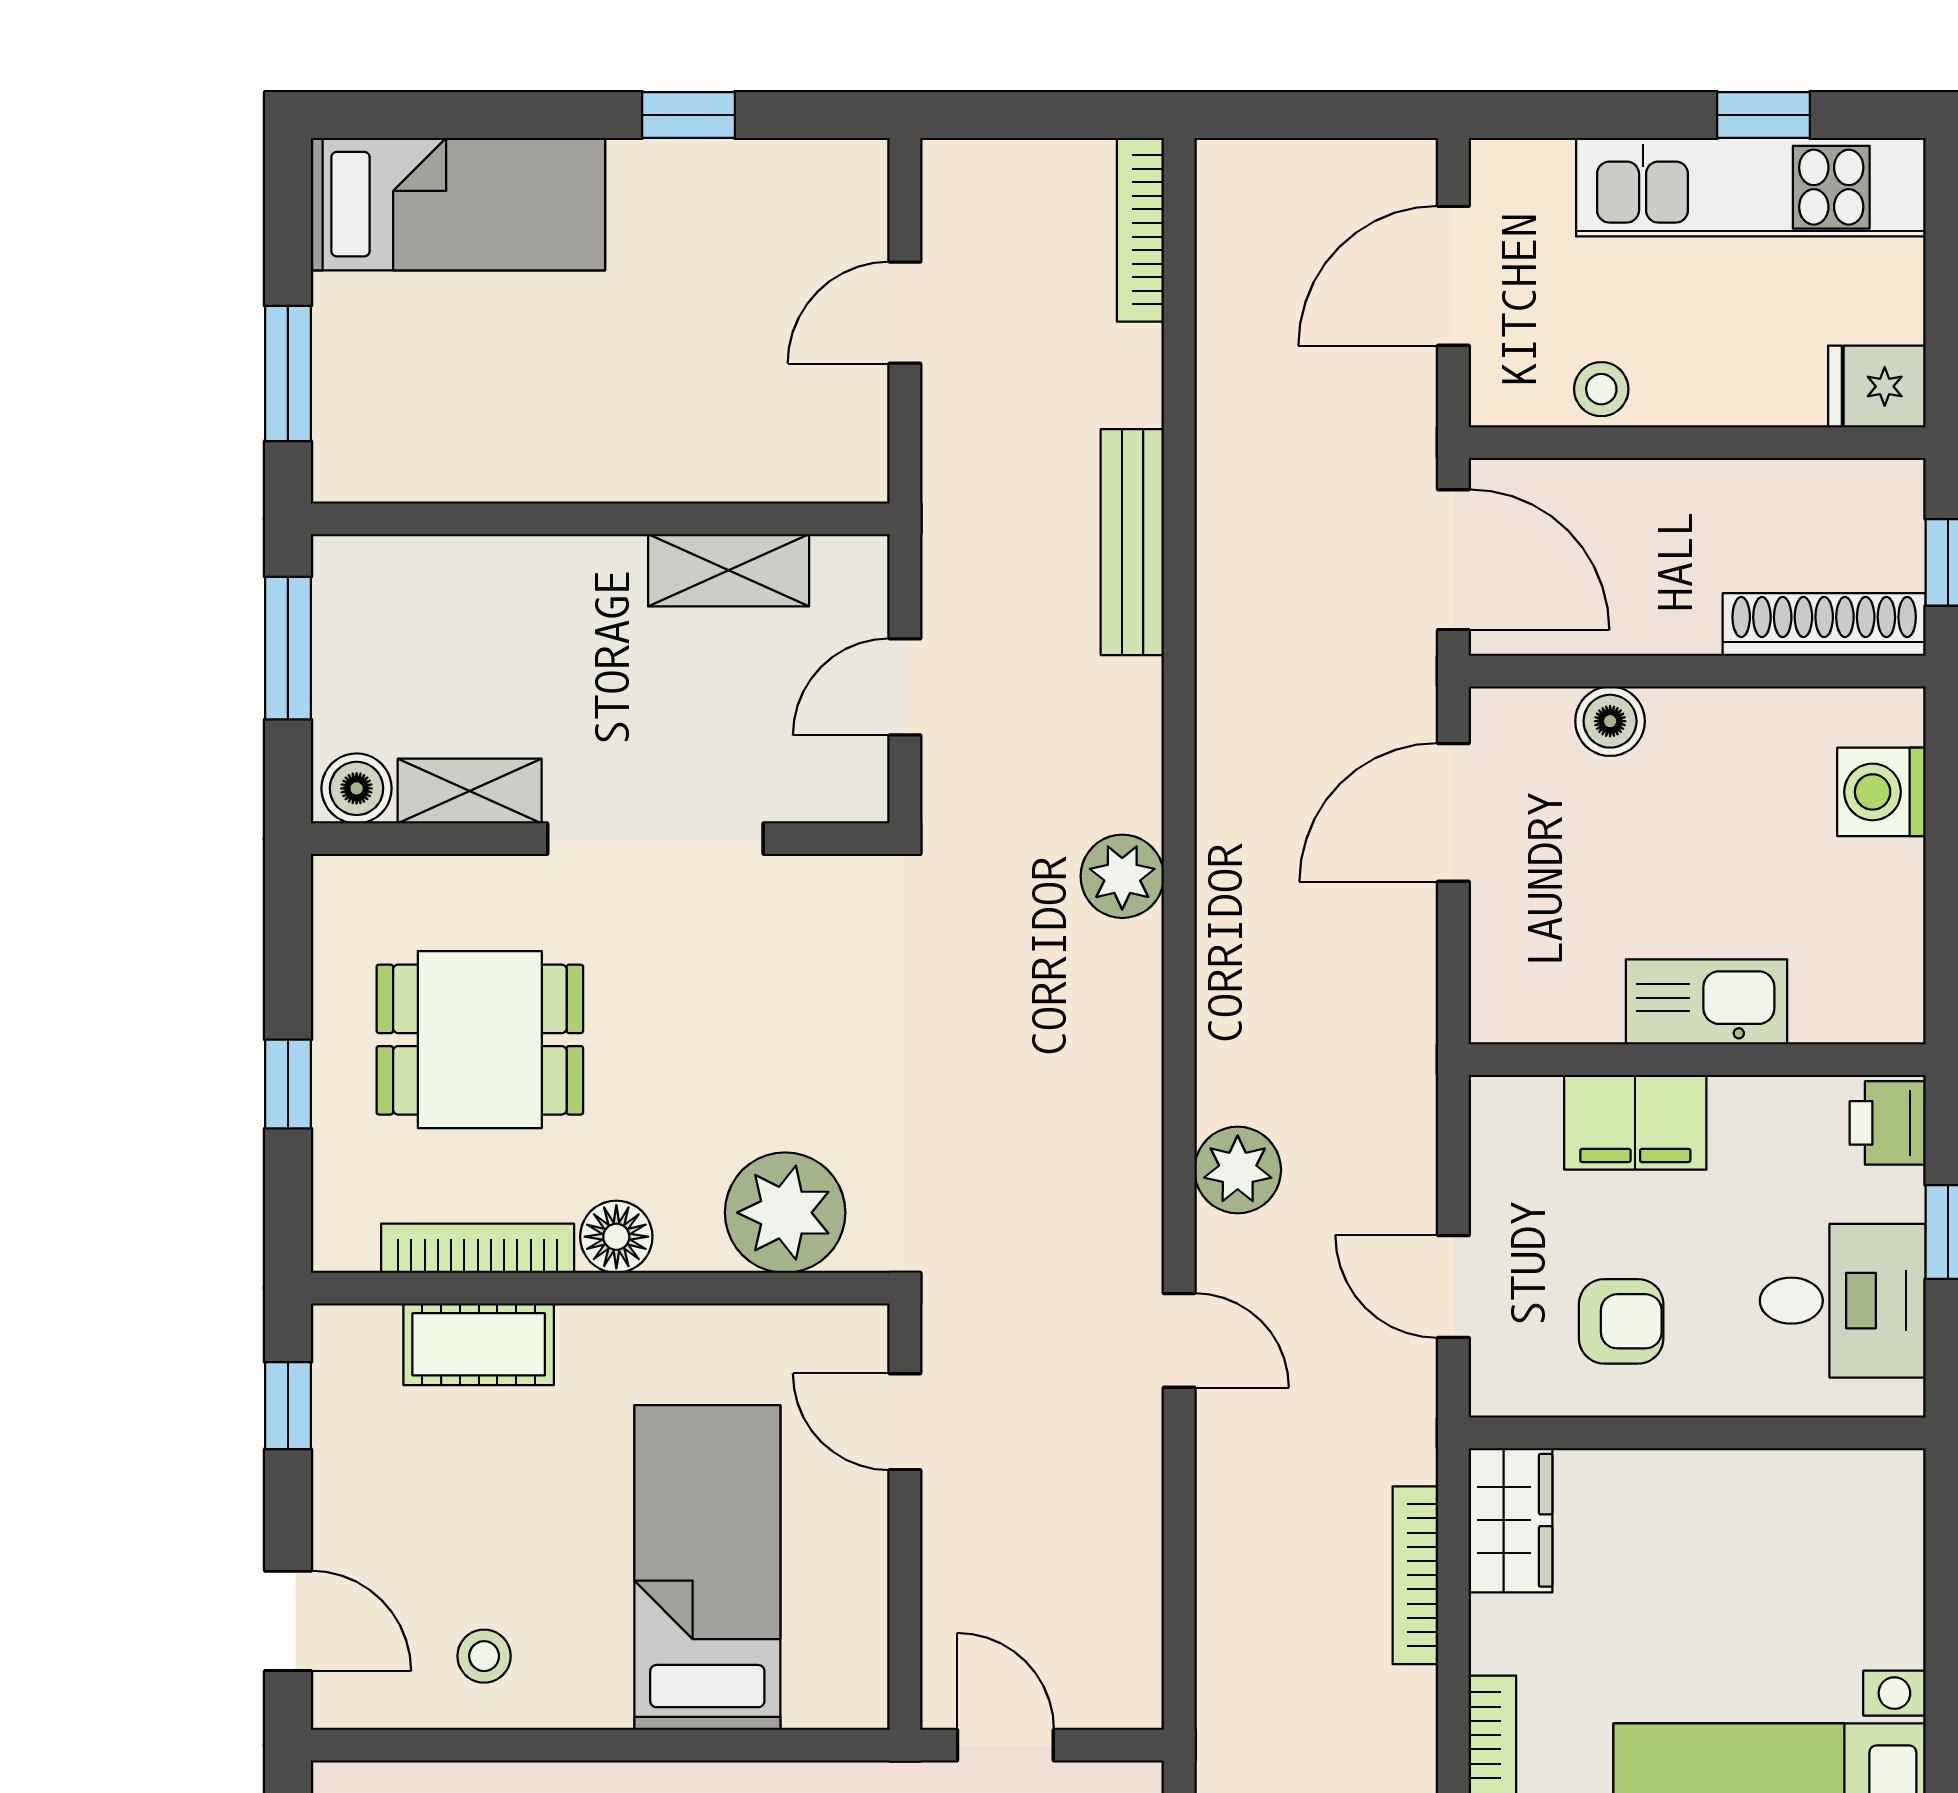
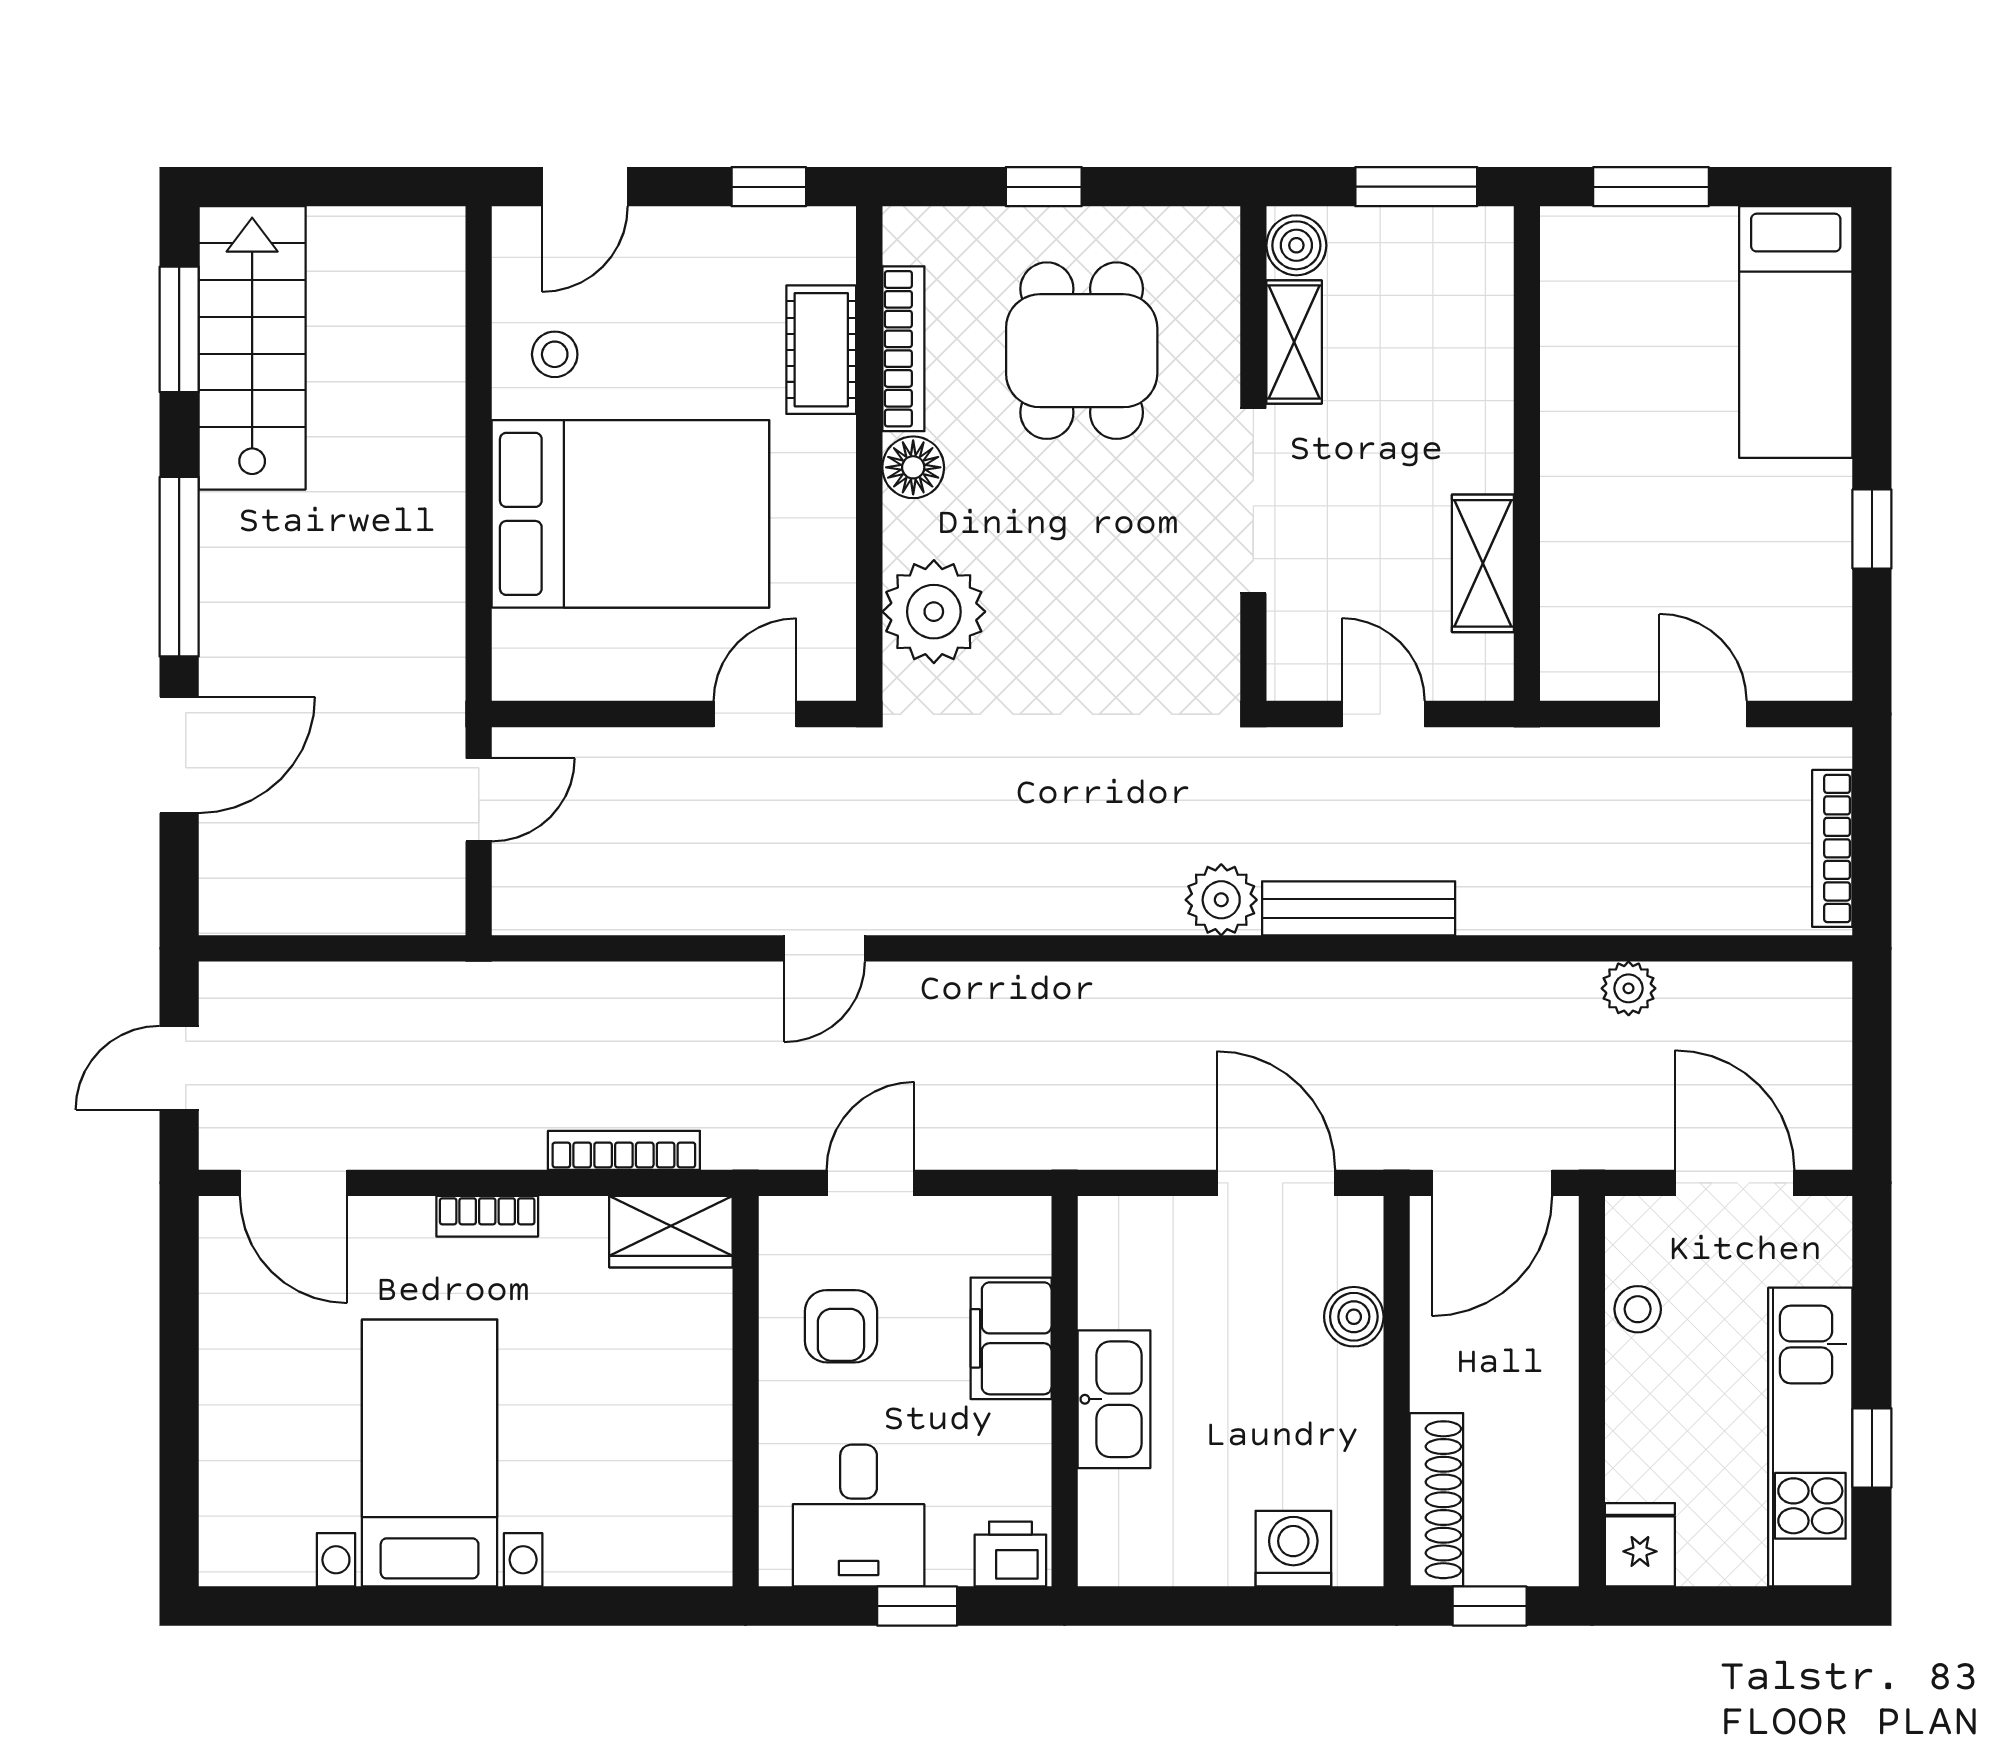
bookcase: (1140, 230) -> (1832, 848), moved, turned -90
bench: (1132, 542) -> (1359, 908), moved
plant: (1238, 1170) -> (1629, 988), moved, width x0.73, depth x0.73
bed: (707, 1568) -> (630, 514), width x1.50

